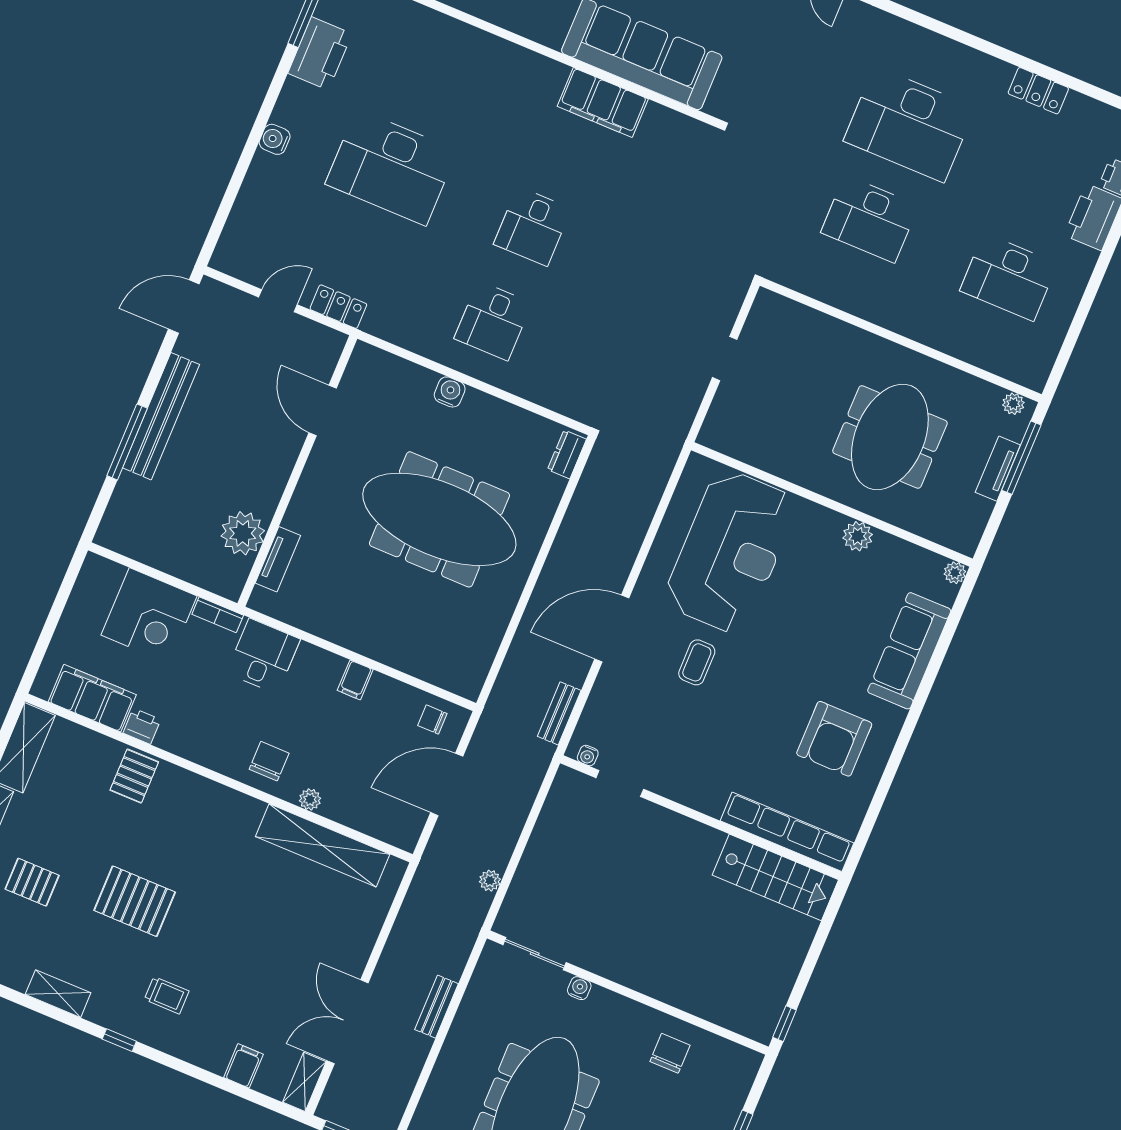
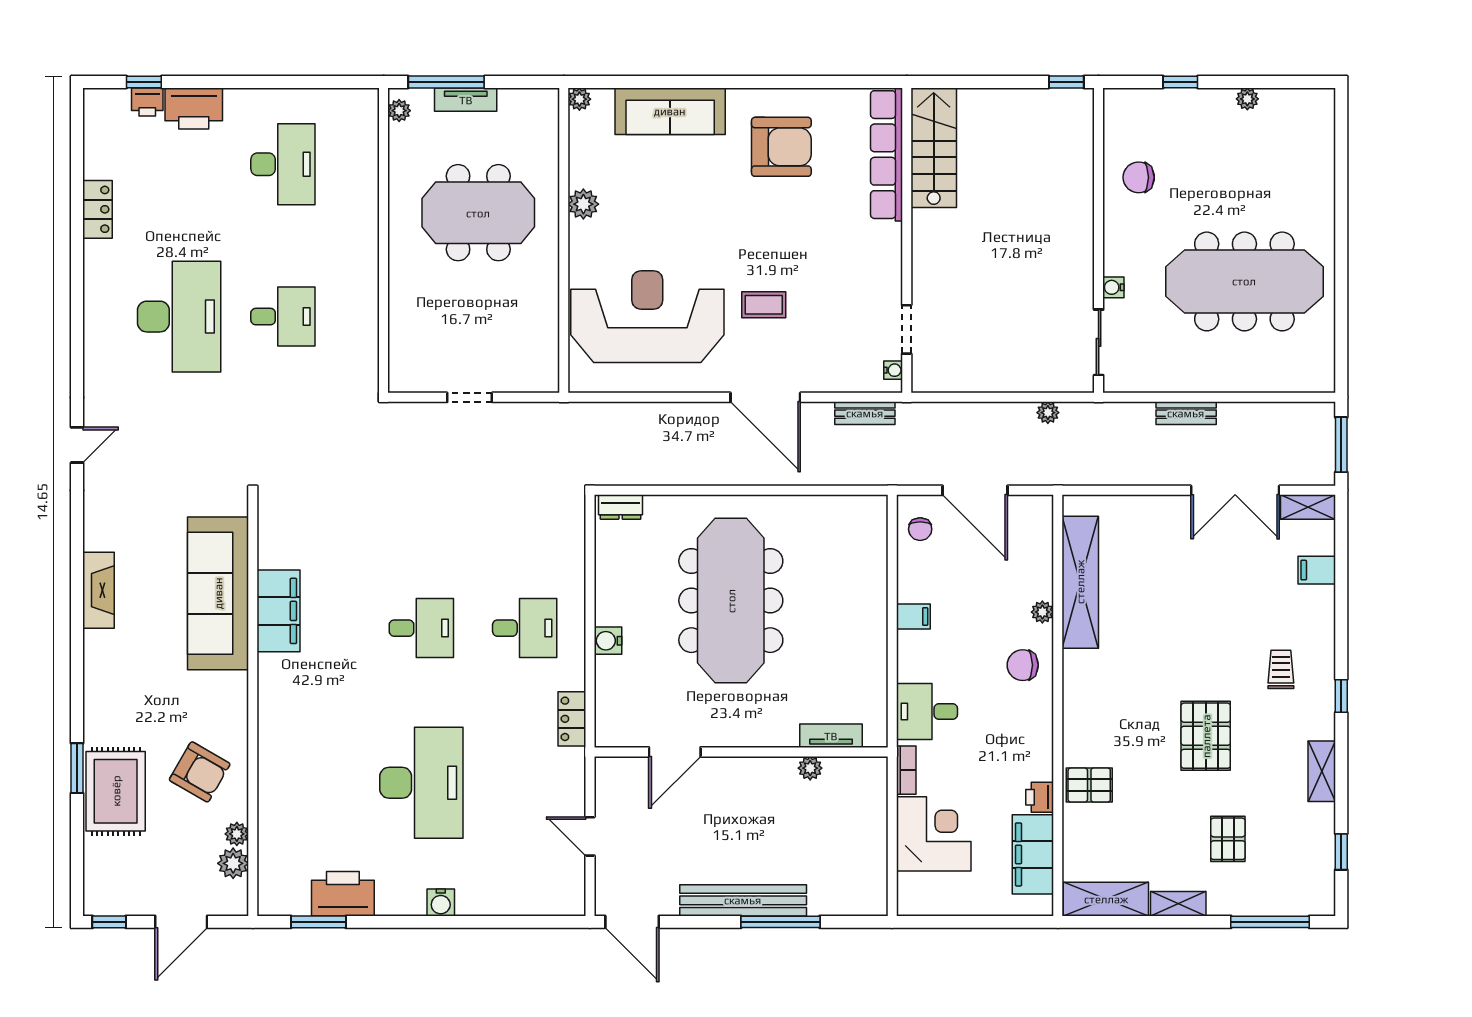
desk: (870, 219) -> (283, 317), width x0.73
locker: (338, 307) -> (572, 719), moved
plant: (243, 533) -> (810, 768), width x0.53, depth x0.53

